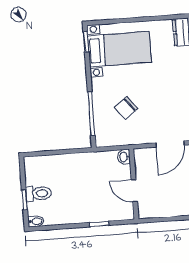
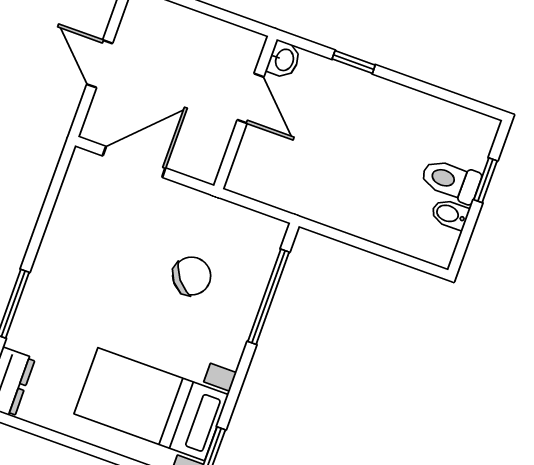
washbasin: (124, 157) -> (284, 60), moved
bidet: (36, 221) -> (450, 214), moved

